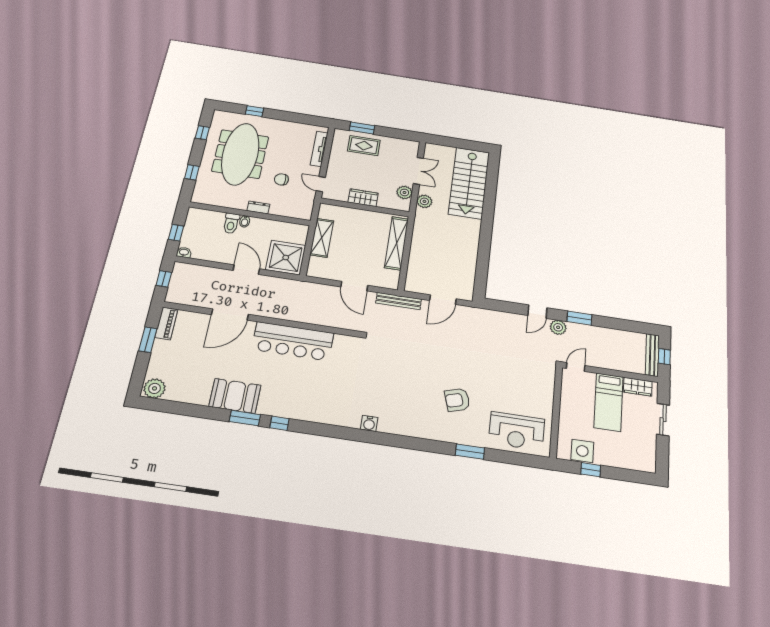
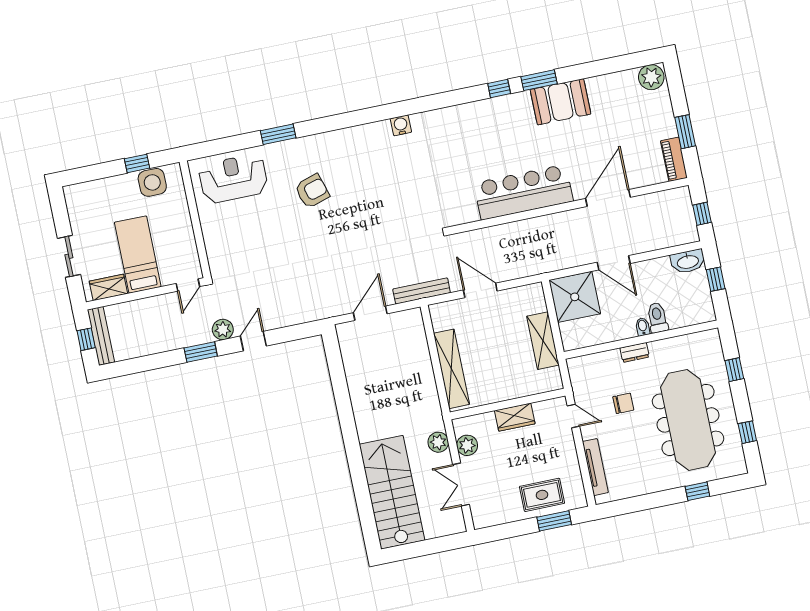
washbasin: (184, 252) -> (688, 261), width x1.91, depth x1.45

